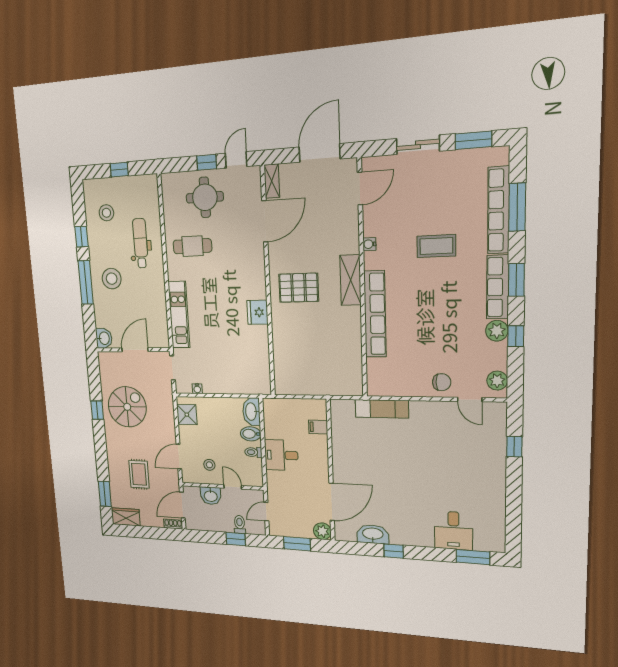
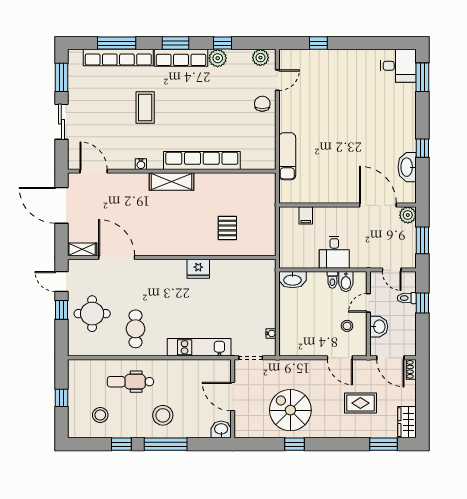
pallet: (299, 288) -> (227, 228), moved, width x0.67, depth x0.71
shower: (187, 415) -> (297, 346), removed
bidet: (251, 434) -> (346, 282), moved
desk: (453, 530) -> (398, 66), moved

